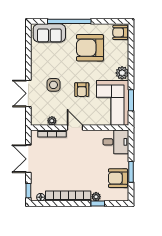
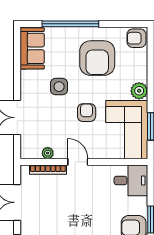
sofa: (49, 33) -> (32, 48), moved, turned -90
armchair: (90, 48) -> (97, 58), turned -90
side table: (53, 85) -> (59, 87), moved
armchair: (82, 90) -> (87, 113), turned 180

